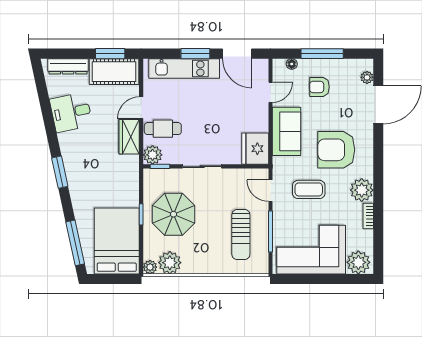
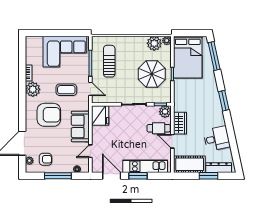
window: (110, 54) -> (208, 176), moved
armchair: (319, 87) -> (46, 159), moved
door: (141, 108) -> (172, 141), swing flipped
plant: (358, 262) -> (35, 44), removed

